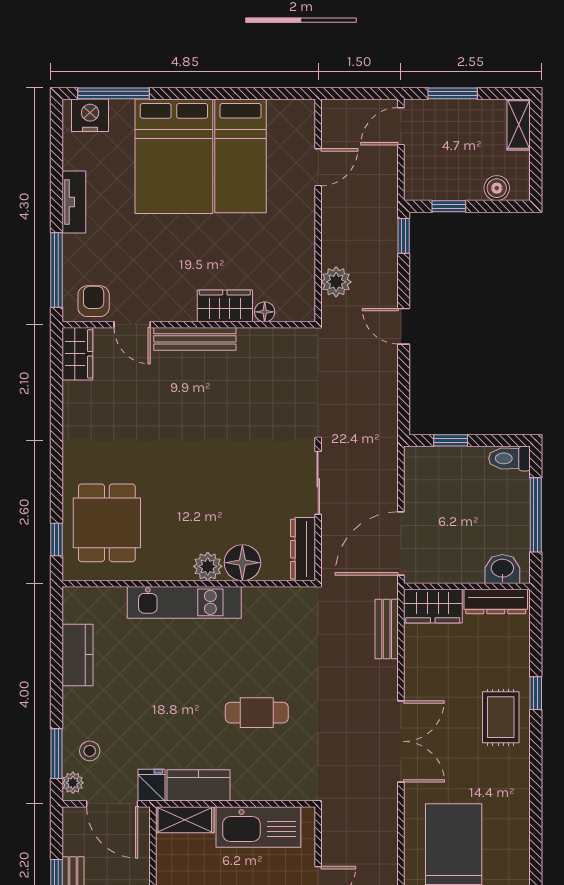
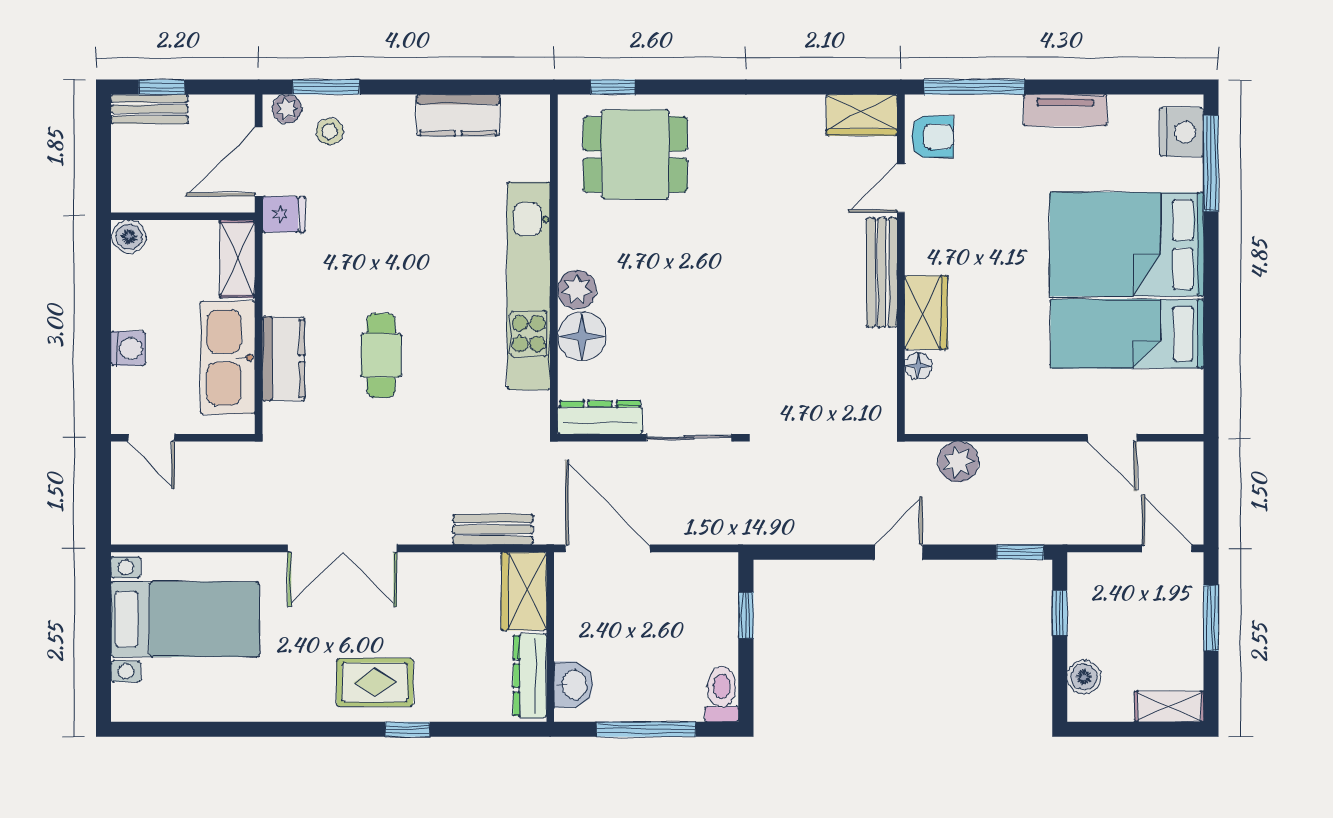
kitchen unit: (184, 602) -> (529, 286), width x1.36
kitchen counter: (199, 785) -> (283, 359), moved

